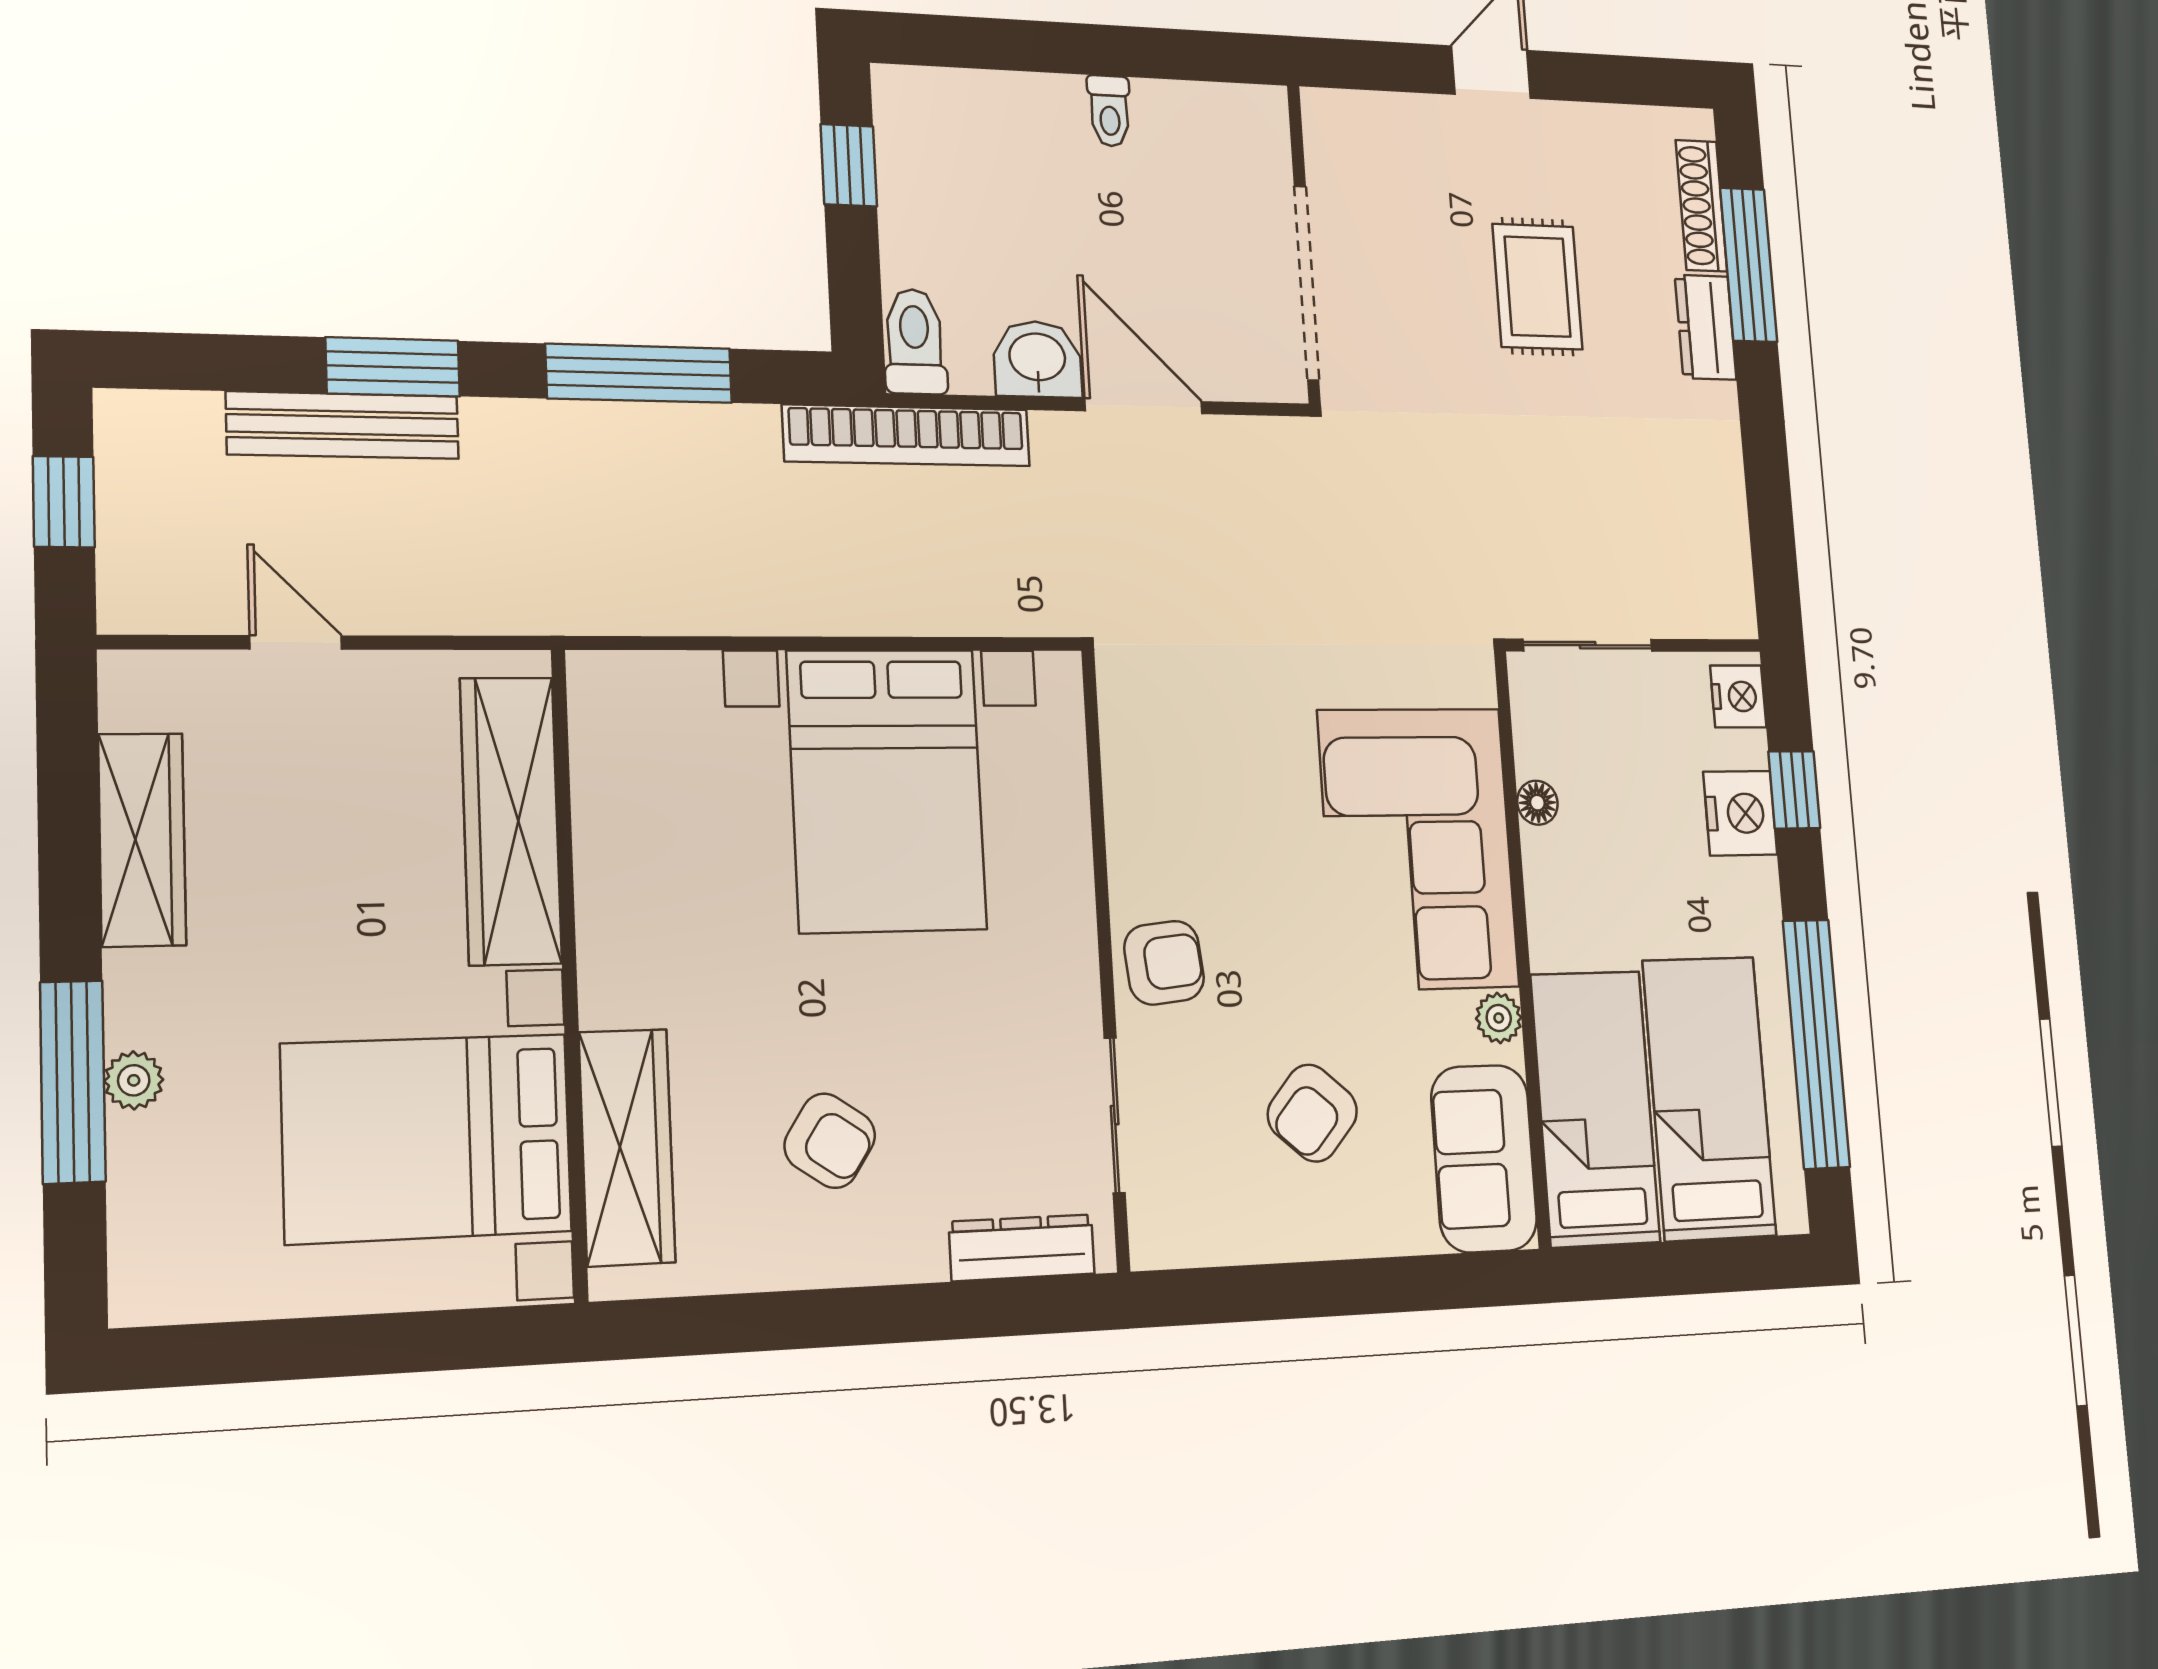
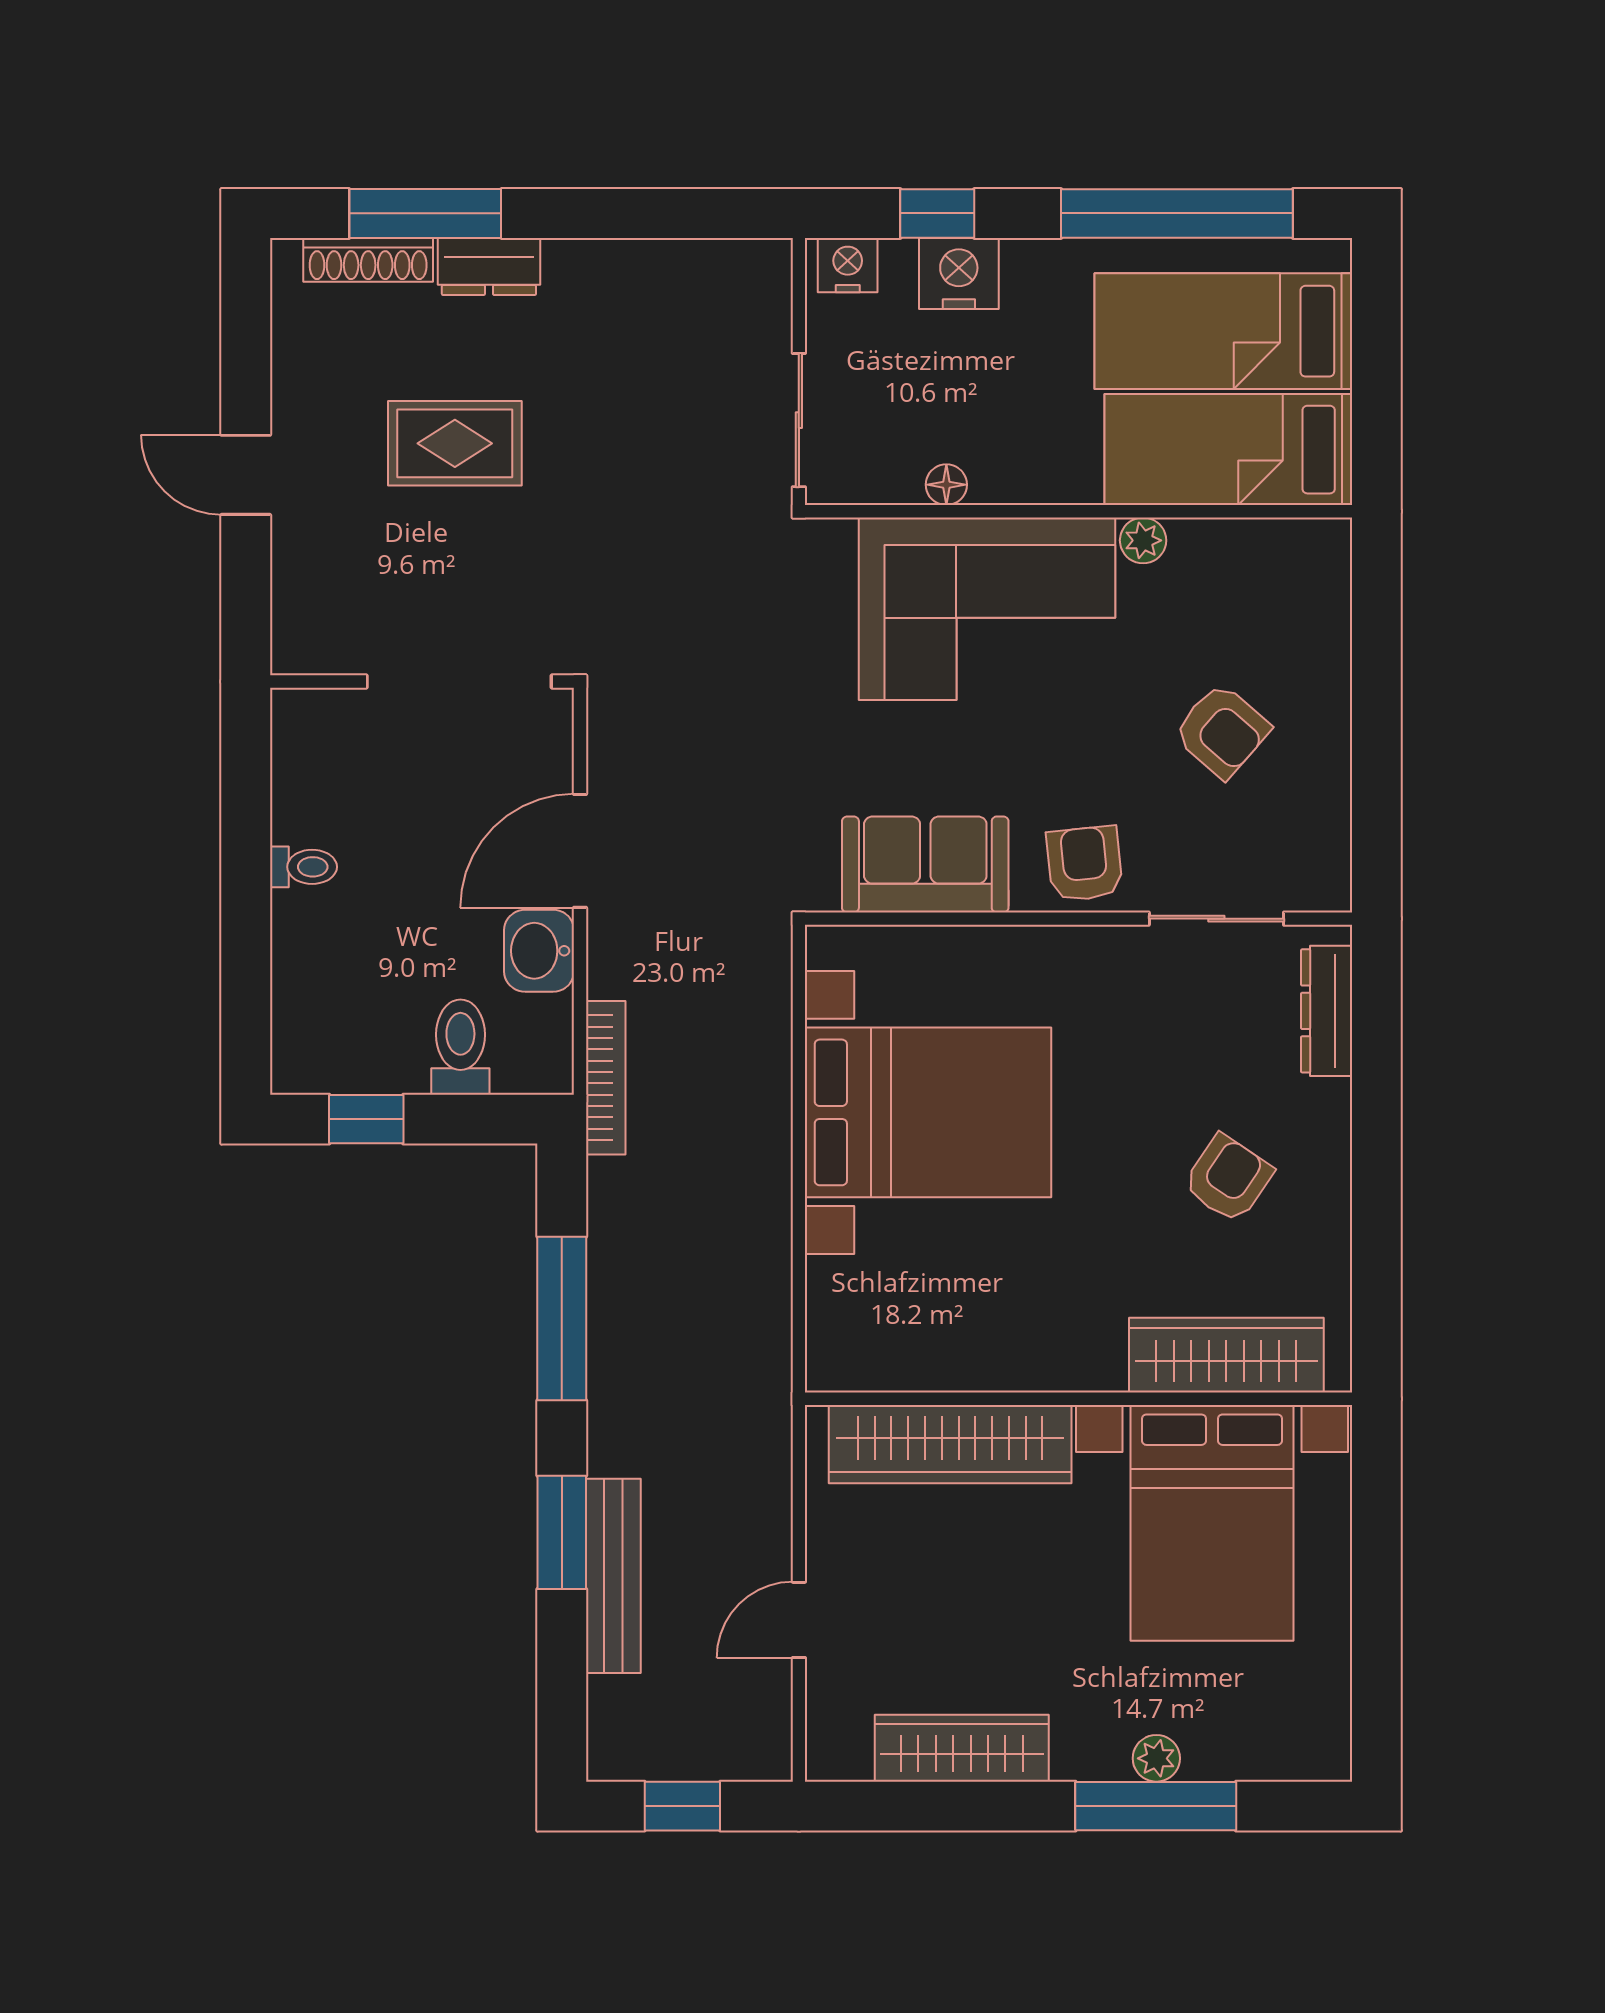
toilet: (915, 342) -> (460, 1047), moved, turned 90
bookcase: (907, 435) -> (606, 1078), width x0.68, depth x0.76
sofa: (1484, 1158) -> (925, 864), moved, turned 180

